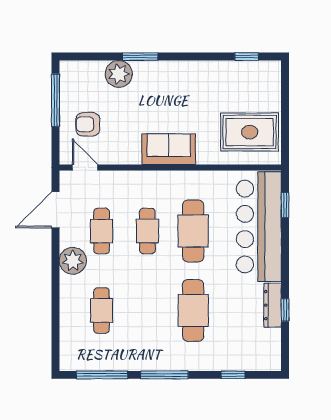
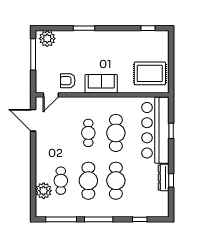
plant: (119, 74) -> (47, 39), moved
armchair: (88, 124) -> (68, 81), moved
door: (85, 168) -> (51, 95), swing flipped
window: (285, 205) -> (171, 131), moved
door: (55, 210) -> (33, 120), hinge flipped
cafe table: (102, 231) -> (88, 181), moved, width x1.37, depth x1.35
plant: (73, 261) -> (44, 191), moved

